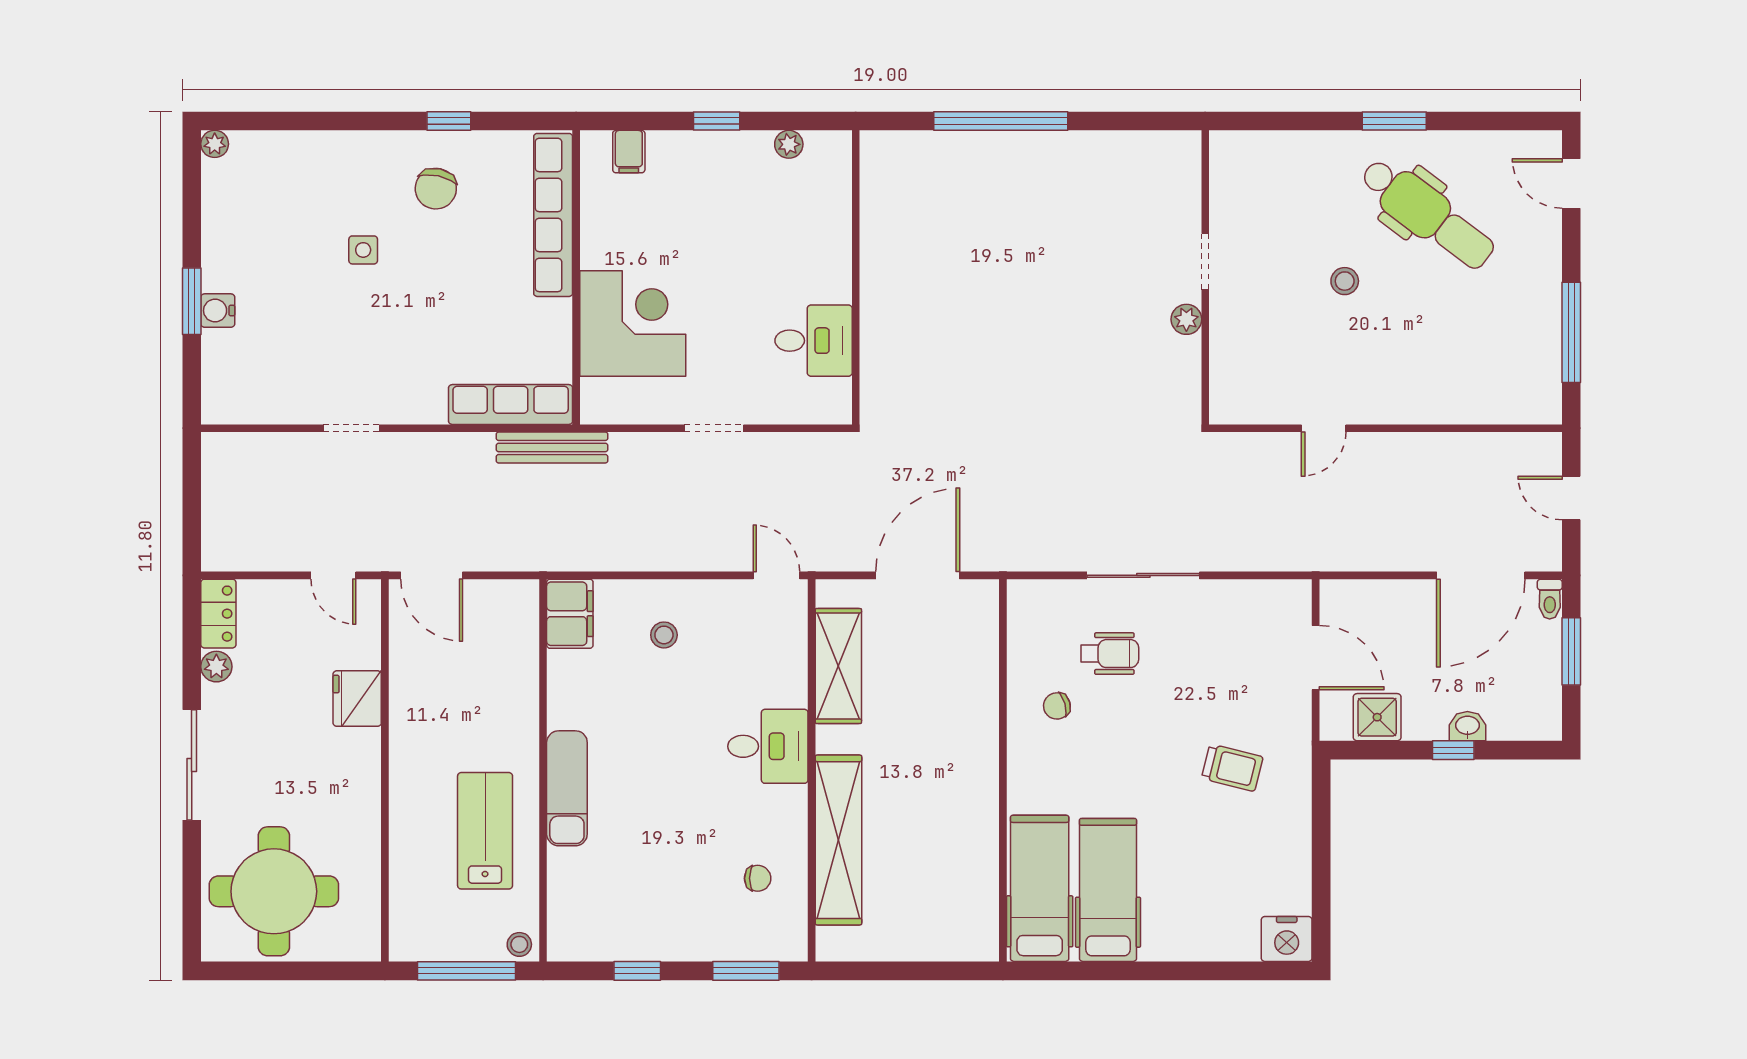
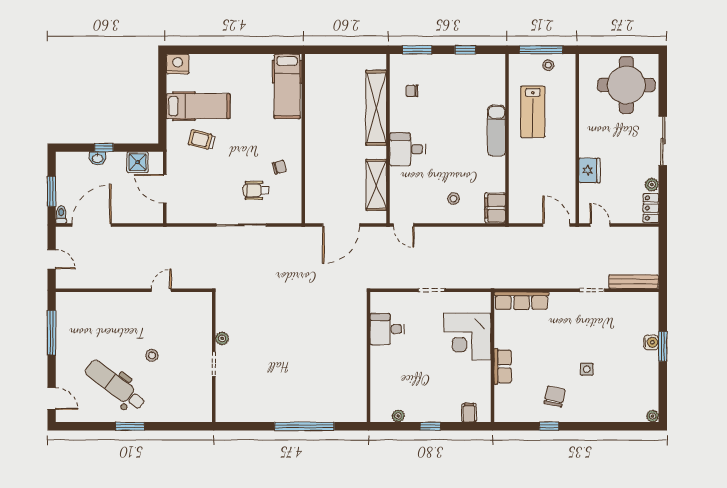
row of seats: (553, 215) -> (503, 366), width x0.50
bench: (552, 447) -> (634, 282), moved
hospital bed: (1108, 890) -> (198, 106), moved, turned -90
stool: (519, 944) -> (548, 65), moved

